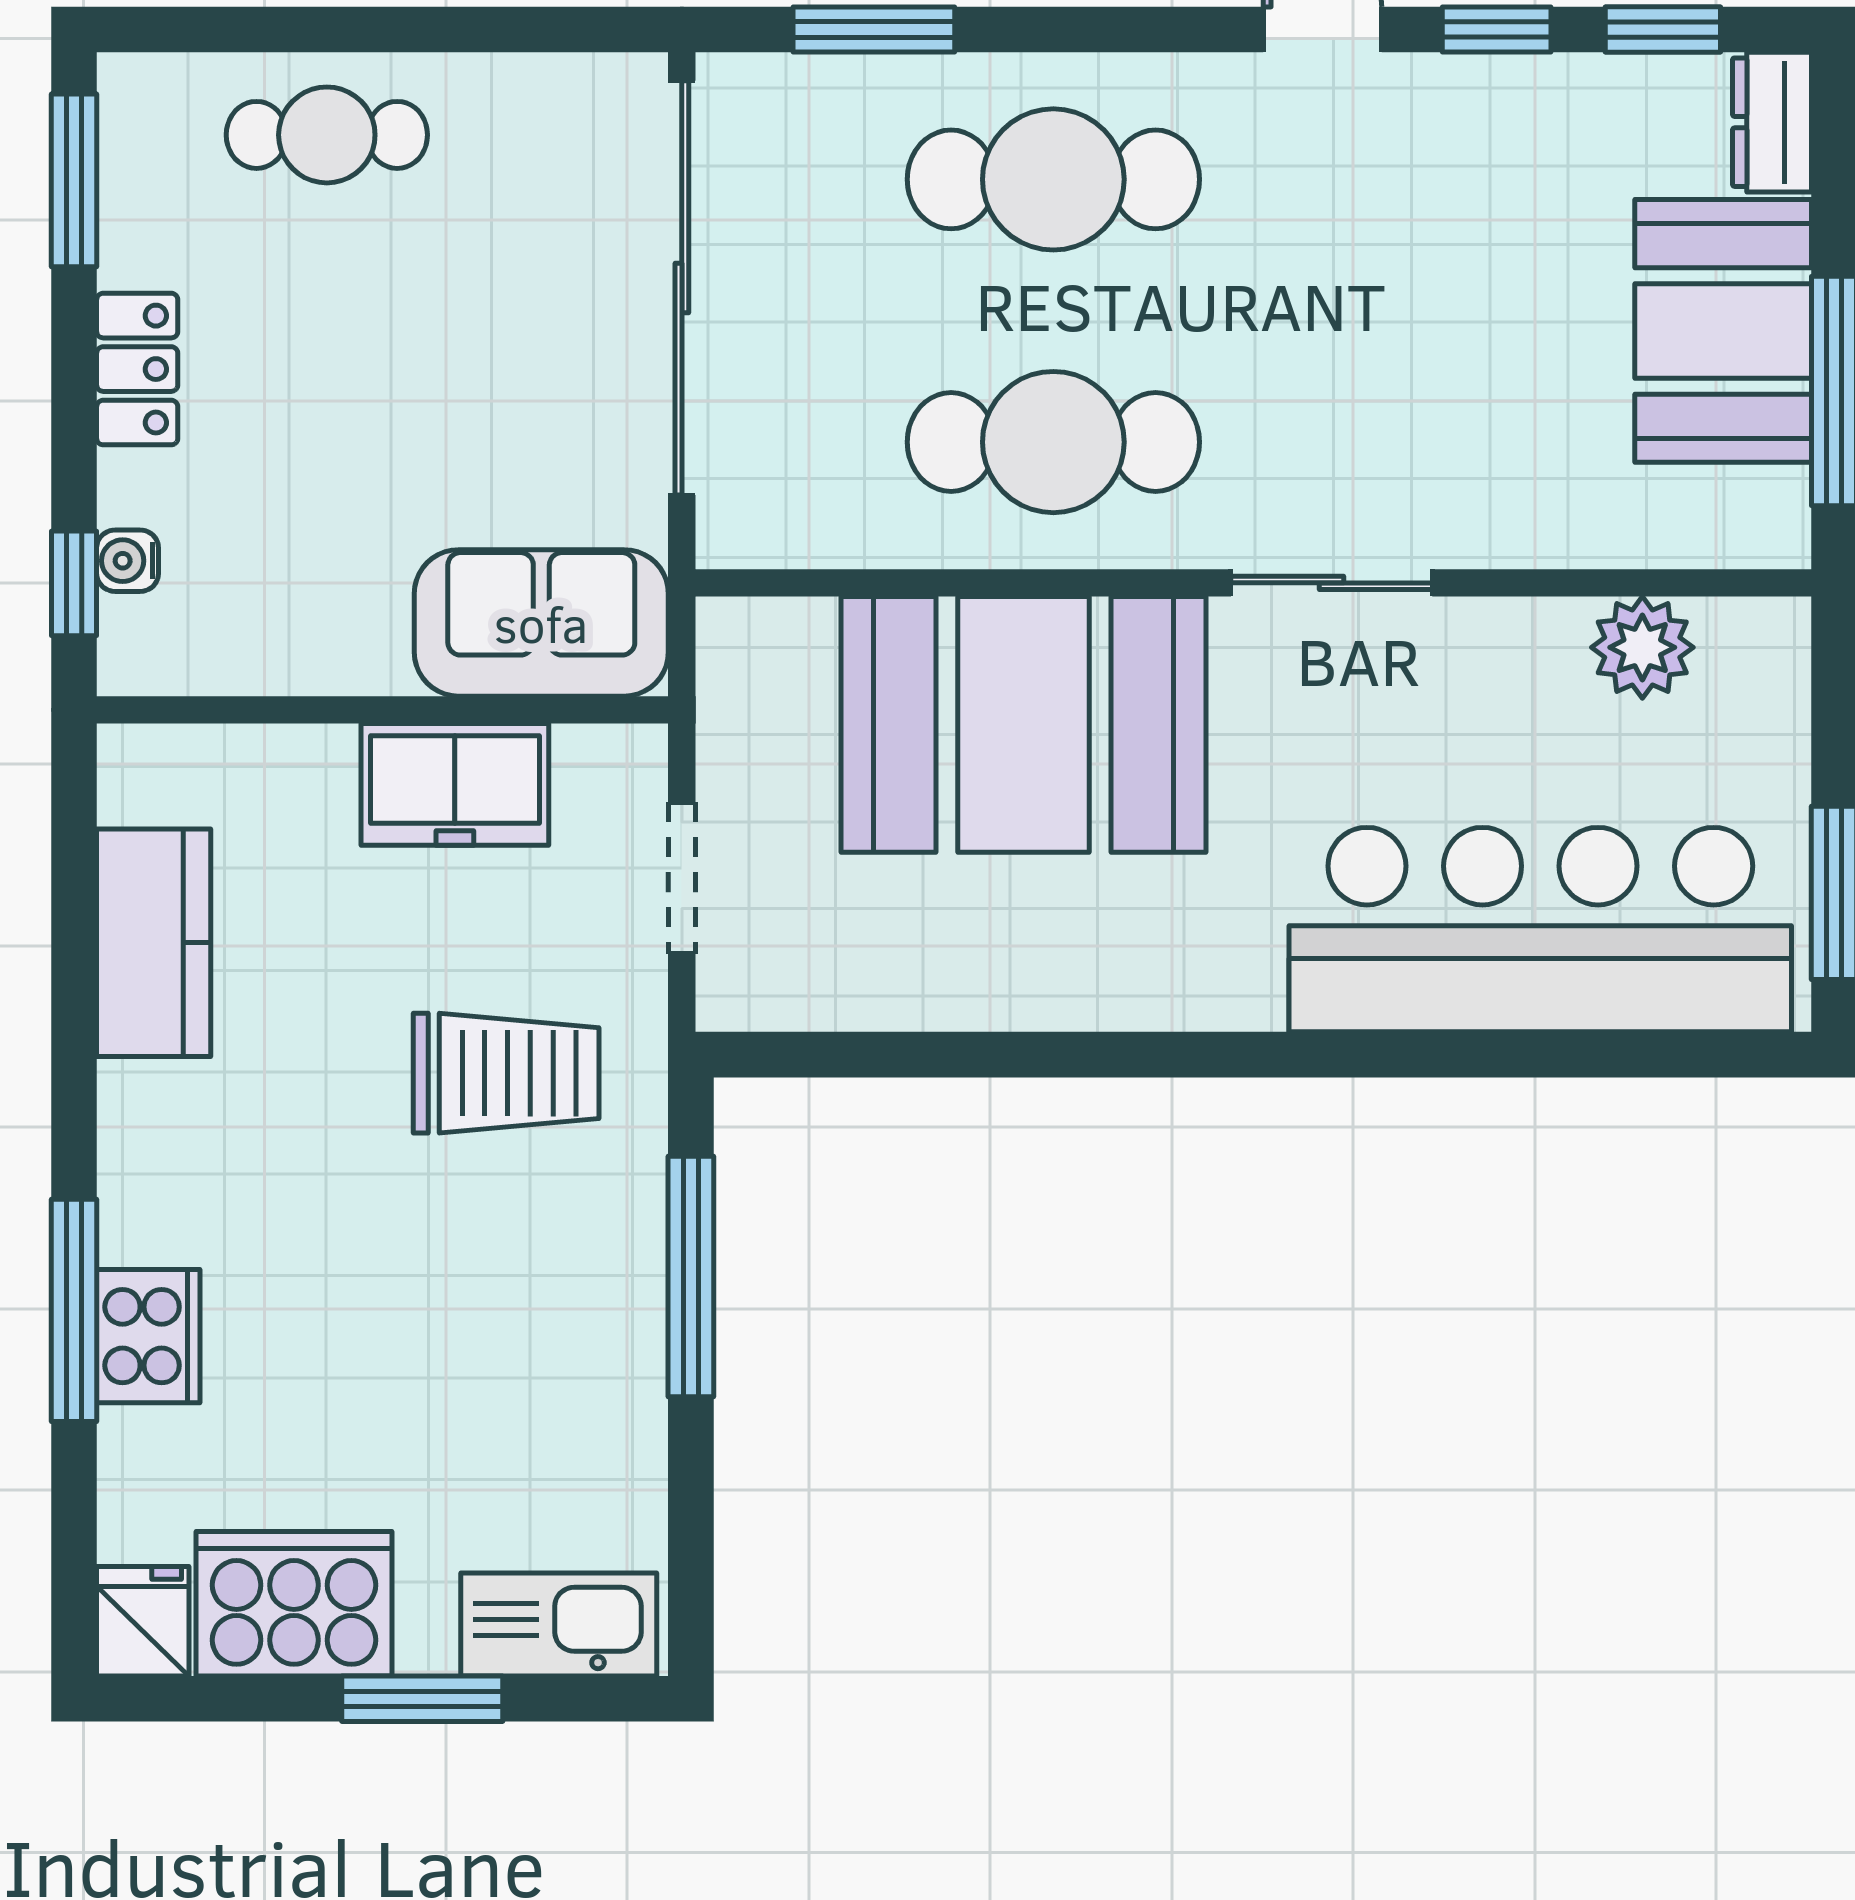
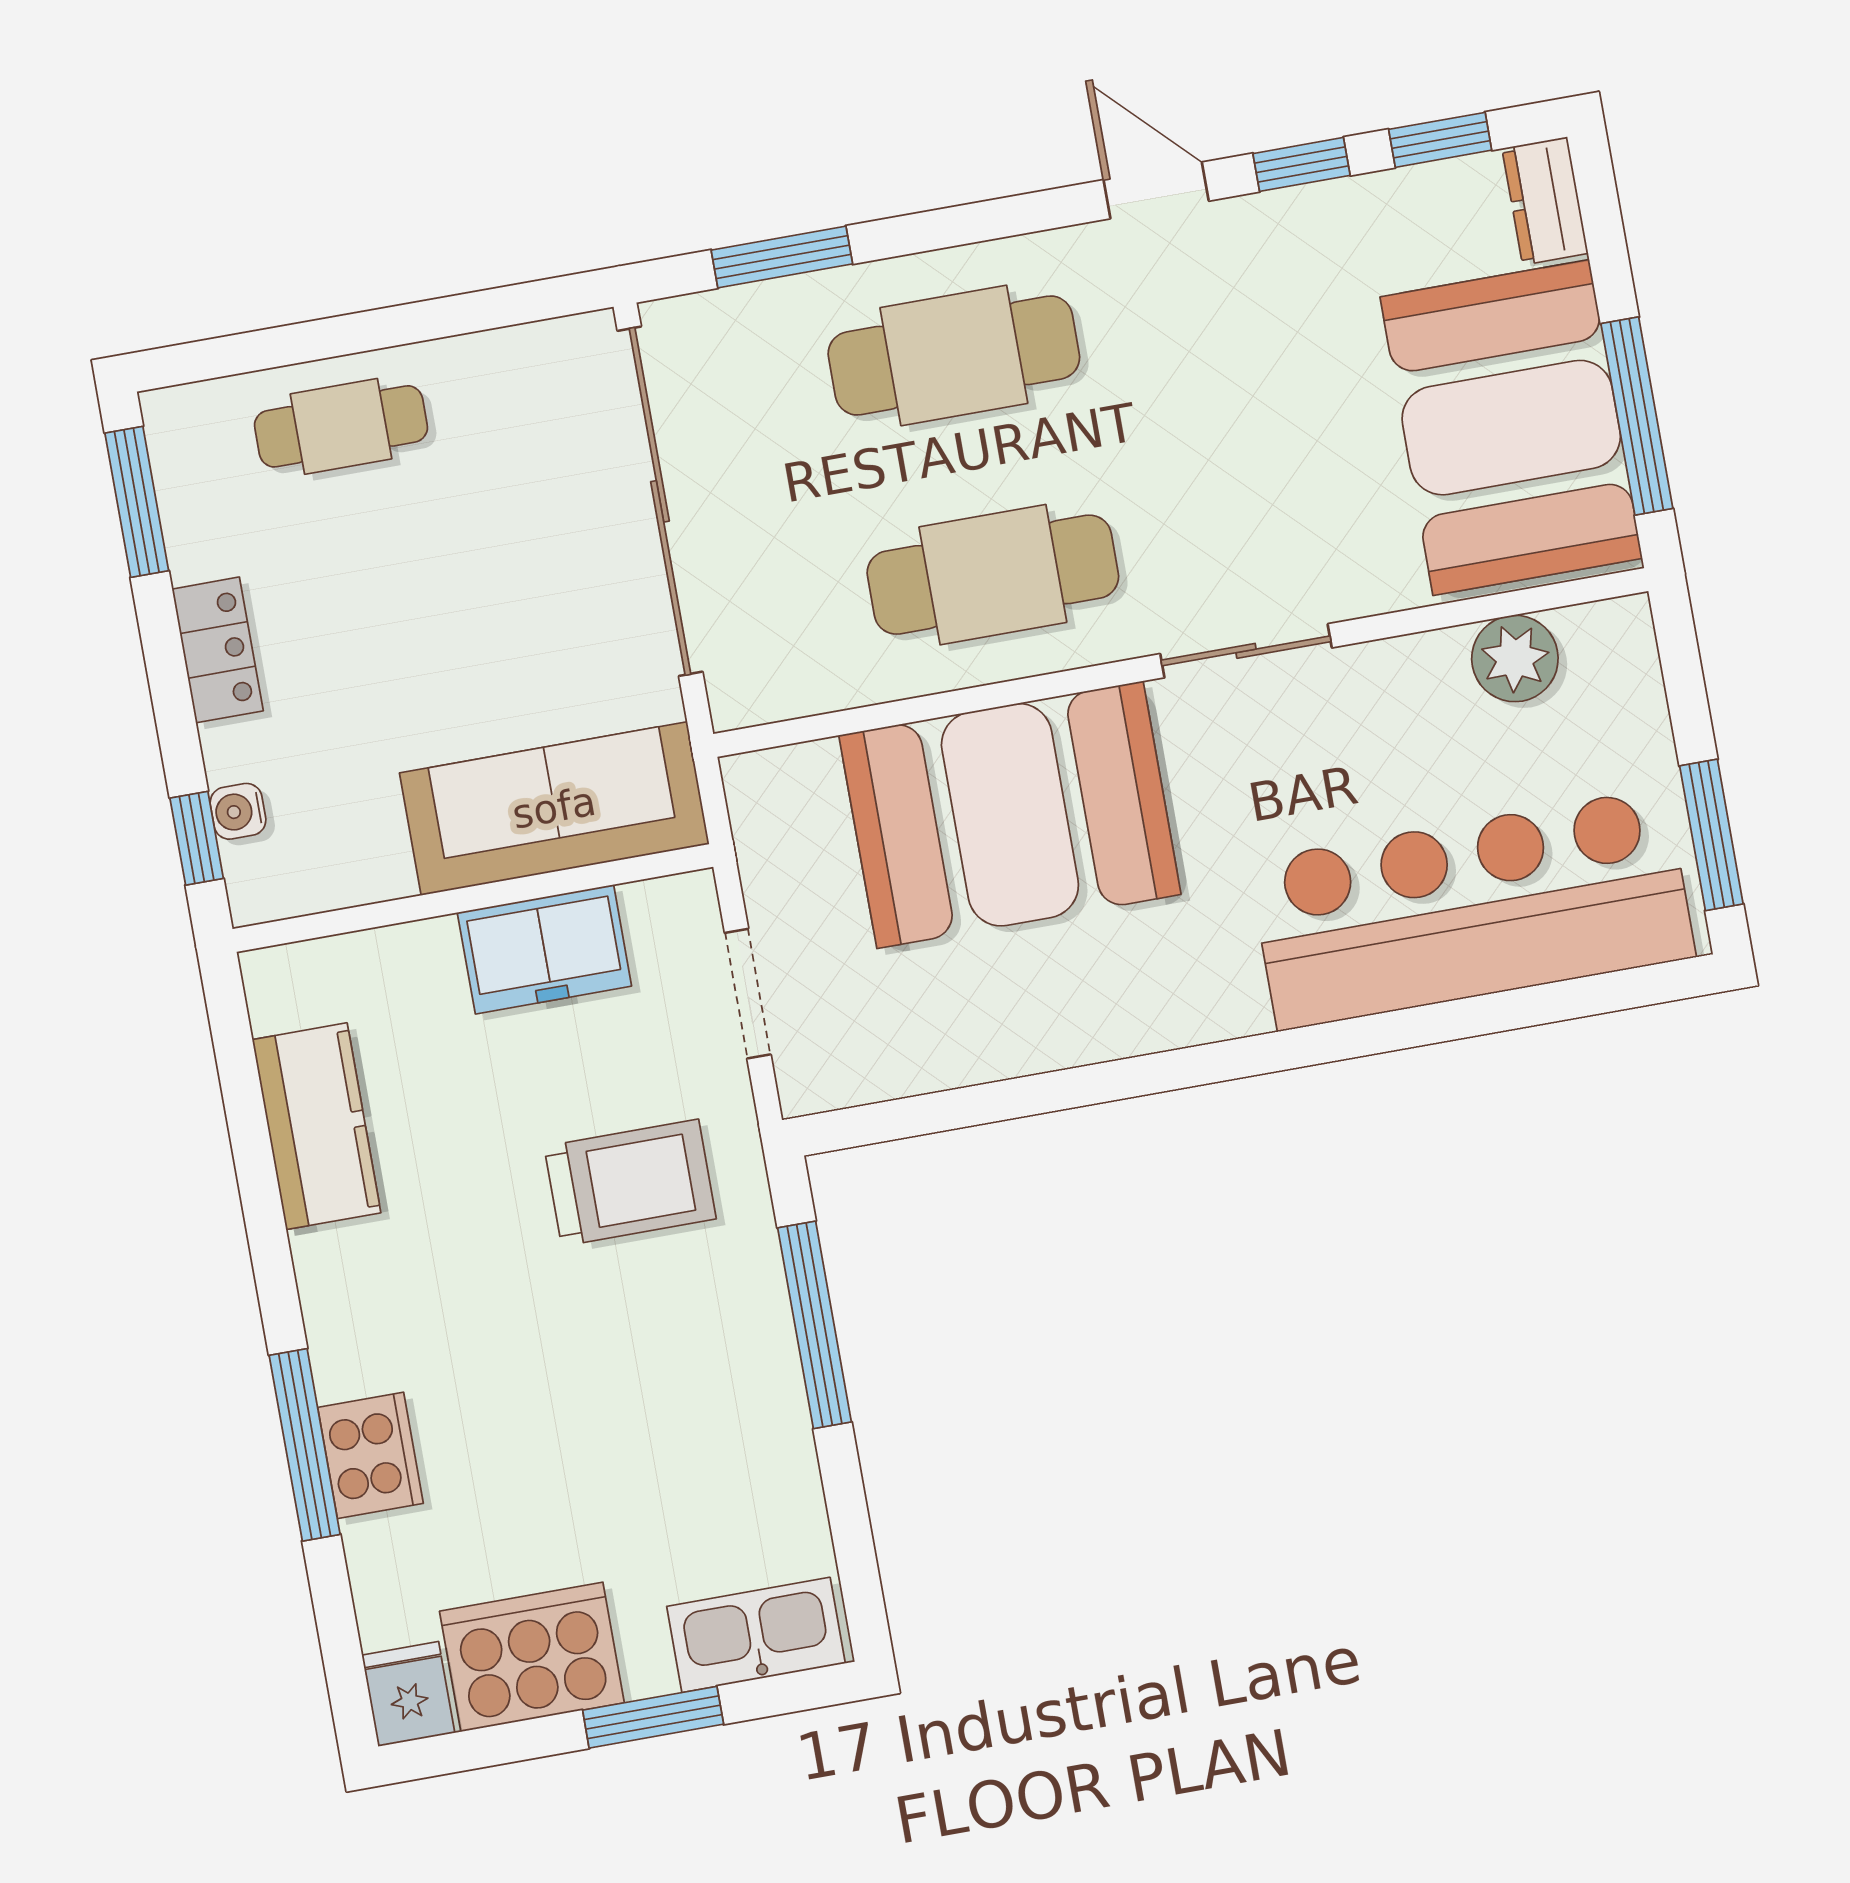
booth: (1723, 331) -> (1511, 428), width x1.36, depth x1.42
sofa: (541, 623) -> (554, 808), width x1.36

